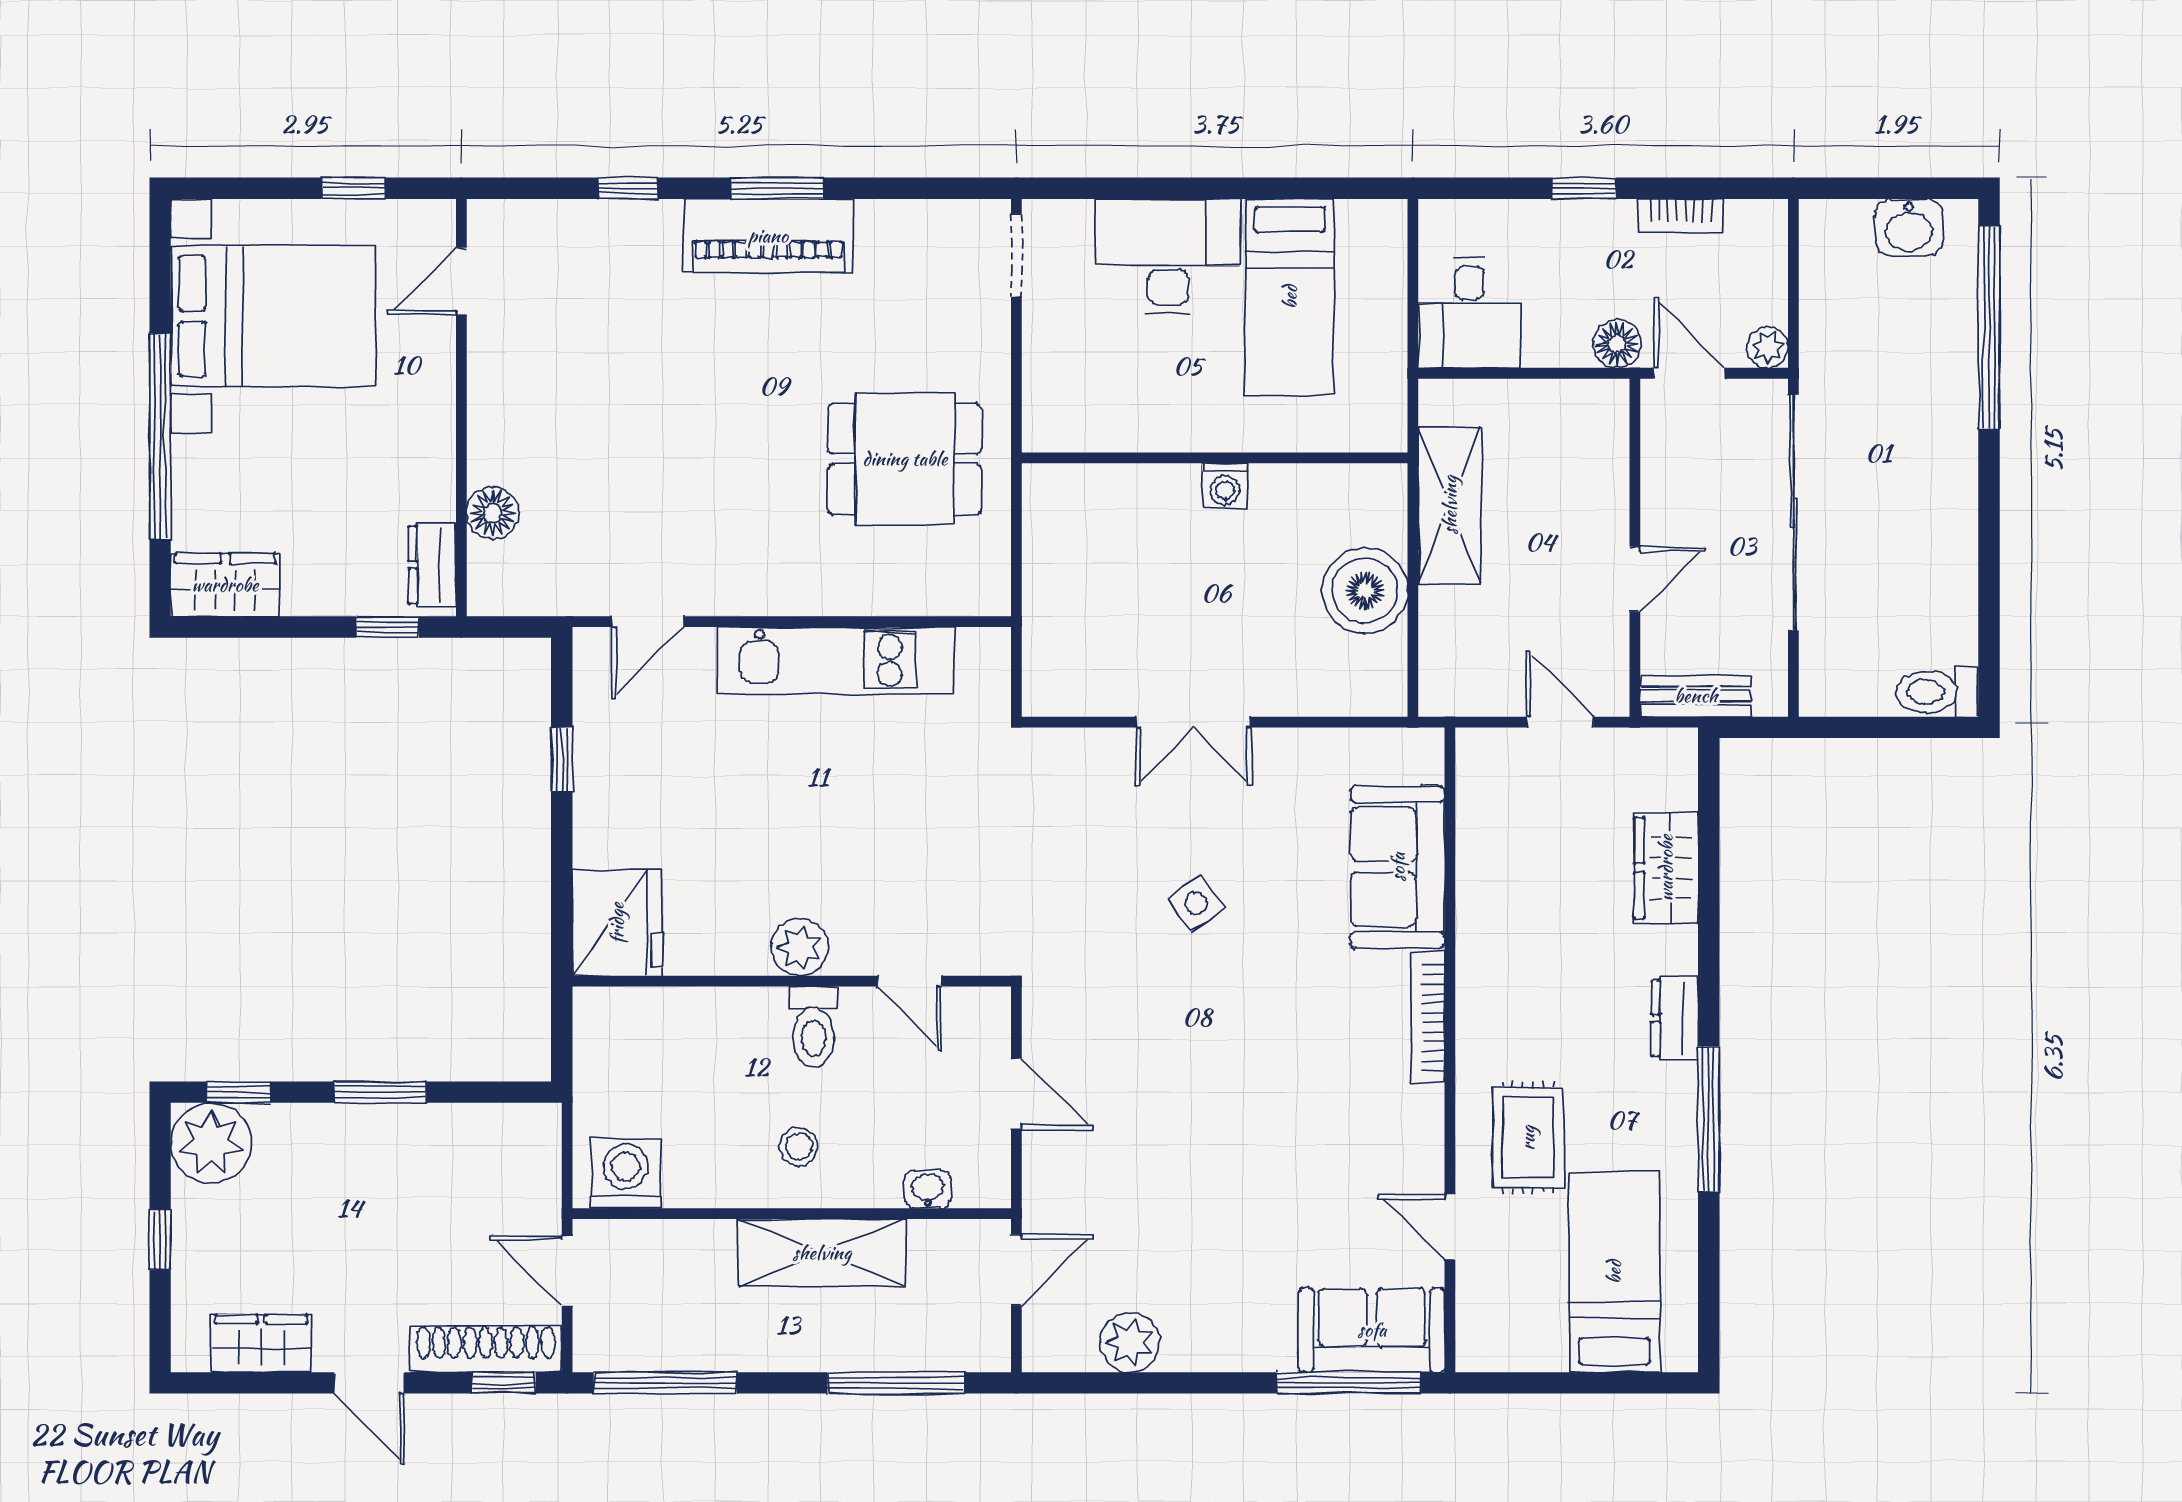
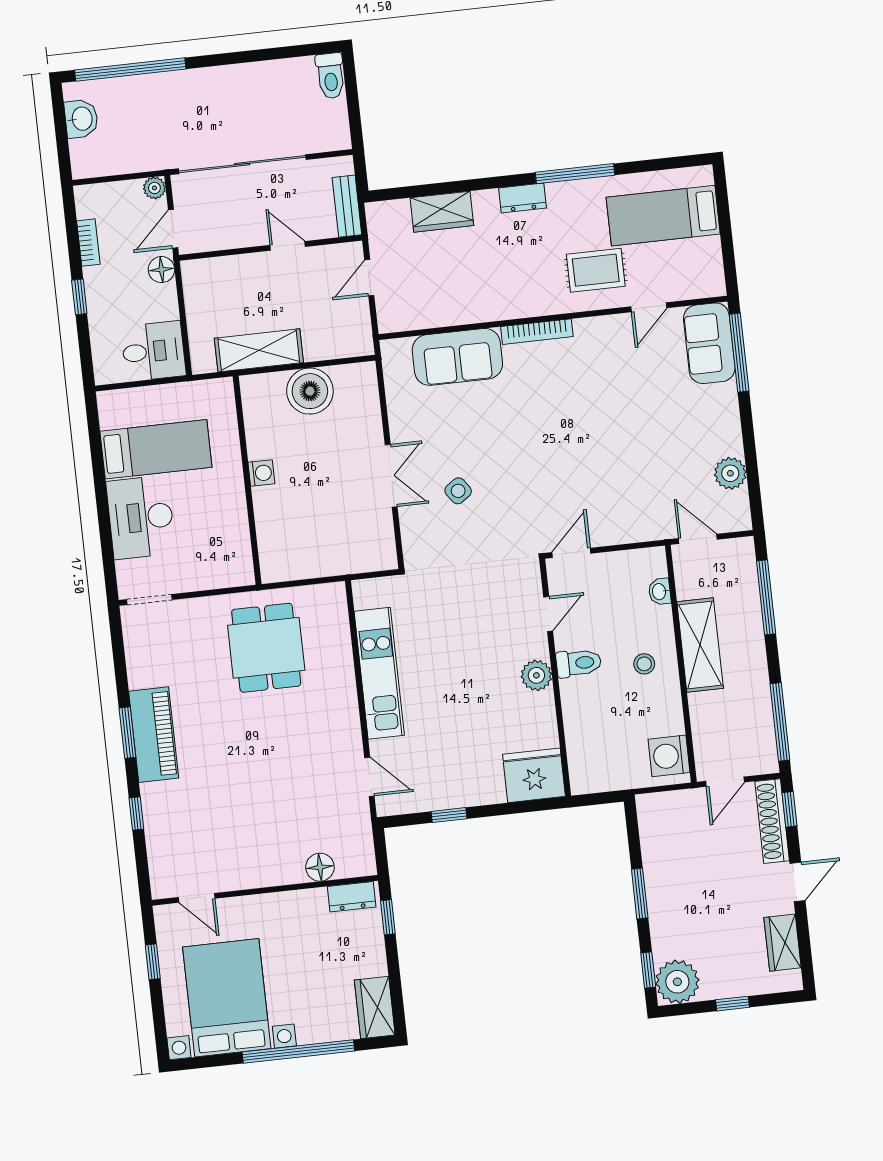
side table: (1196, 903) -> (458, 491), moved
door: (1016, 1094) -> (571, 553), moved

